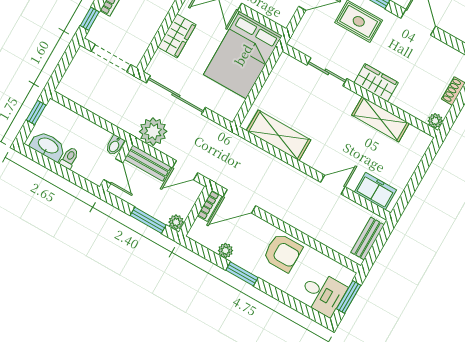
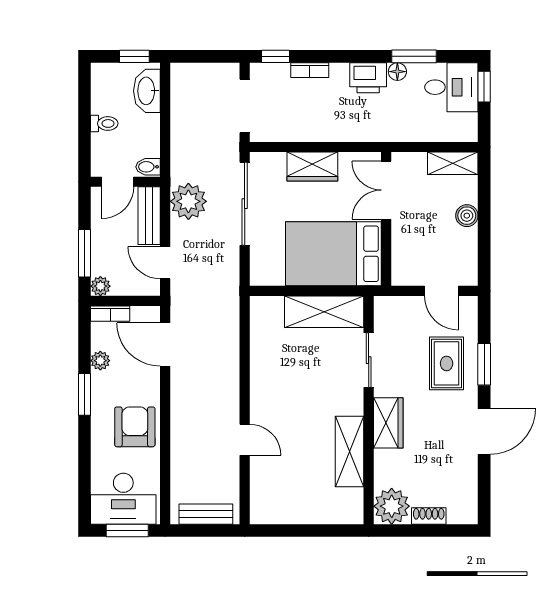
plant: (435, 121) -> (392, 506), width x1.88, depth x1.88
shelving: (279, 135) -> (324, 312), moved, turned 90
washbasin: (48, 146) -> (147, 91), moved, turned 180
freezer: (375, 191) -> (265, 492), removed
bookcase: (210, 206) -> (110, 314), moved
armchair: (283, 253) -> (135, 427), turned 180
desk: (323, 293) -> (123, 499), width x1.37

